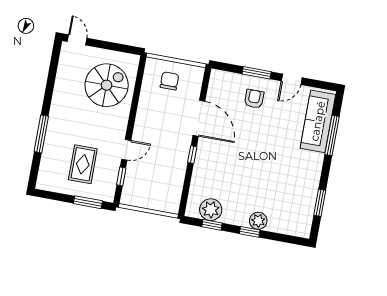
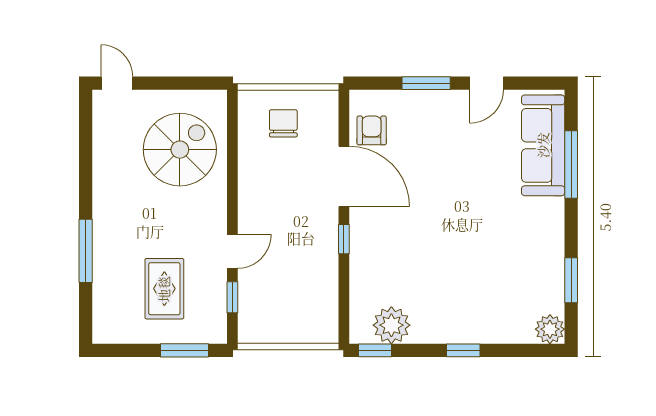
armchair: (254, 99) -> (372, 130), moved
plant: (258, 221) -> (550, 329), moved
window: (212, 225) -> (375, 350), moved

